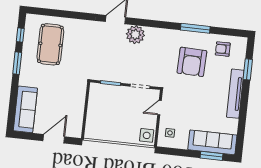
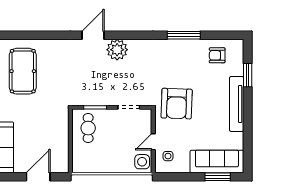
armchair: (192, 62) -> (177, 104), moved
cafe table: (102, 101) -> (88, 128), added
door: (160, 108) -> (153, 142), moved

